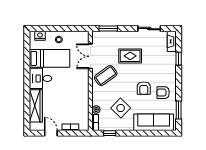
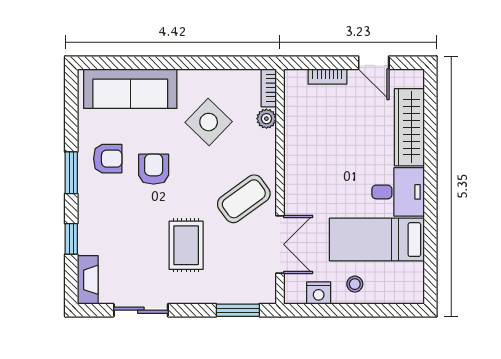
nightstand: (40, 36) -> (319, 293), moved
rug: (130, 56) -> (186, 245), turned 90
window: (179, 110) -> (71, 173), moved
window: (110, 133) -> (234, 63), removed

